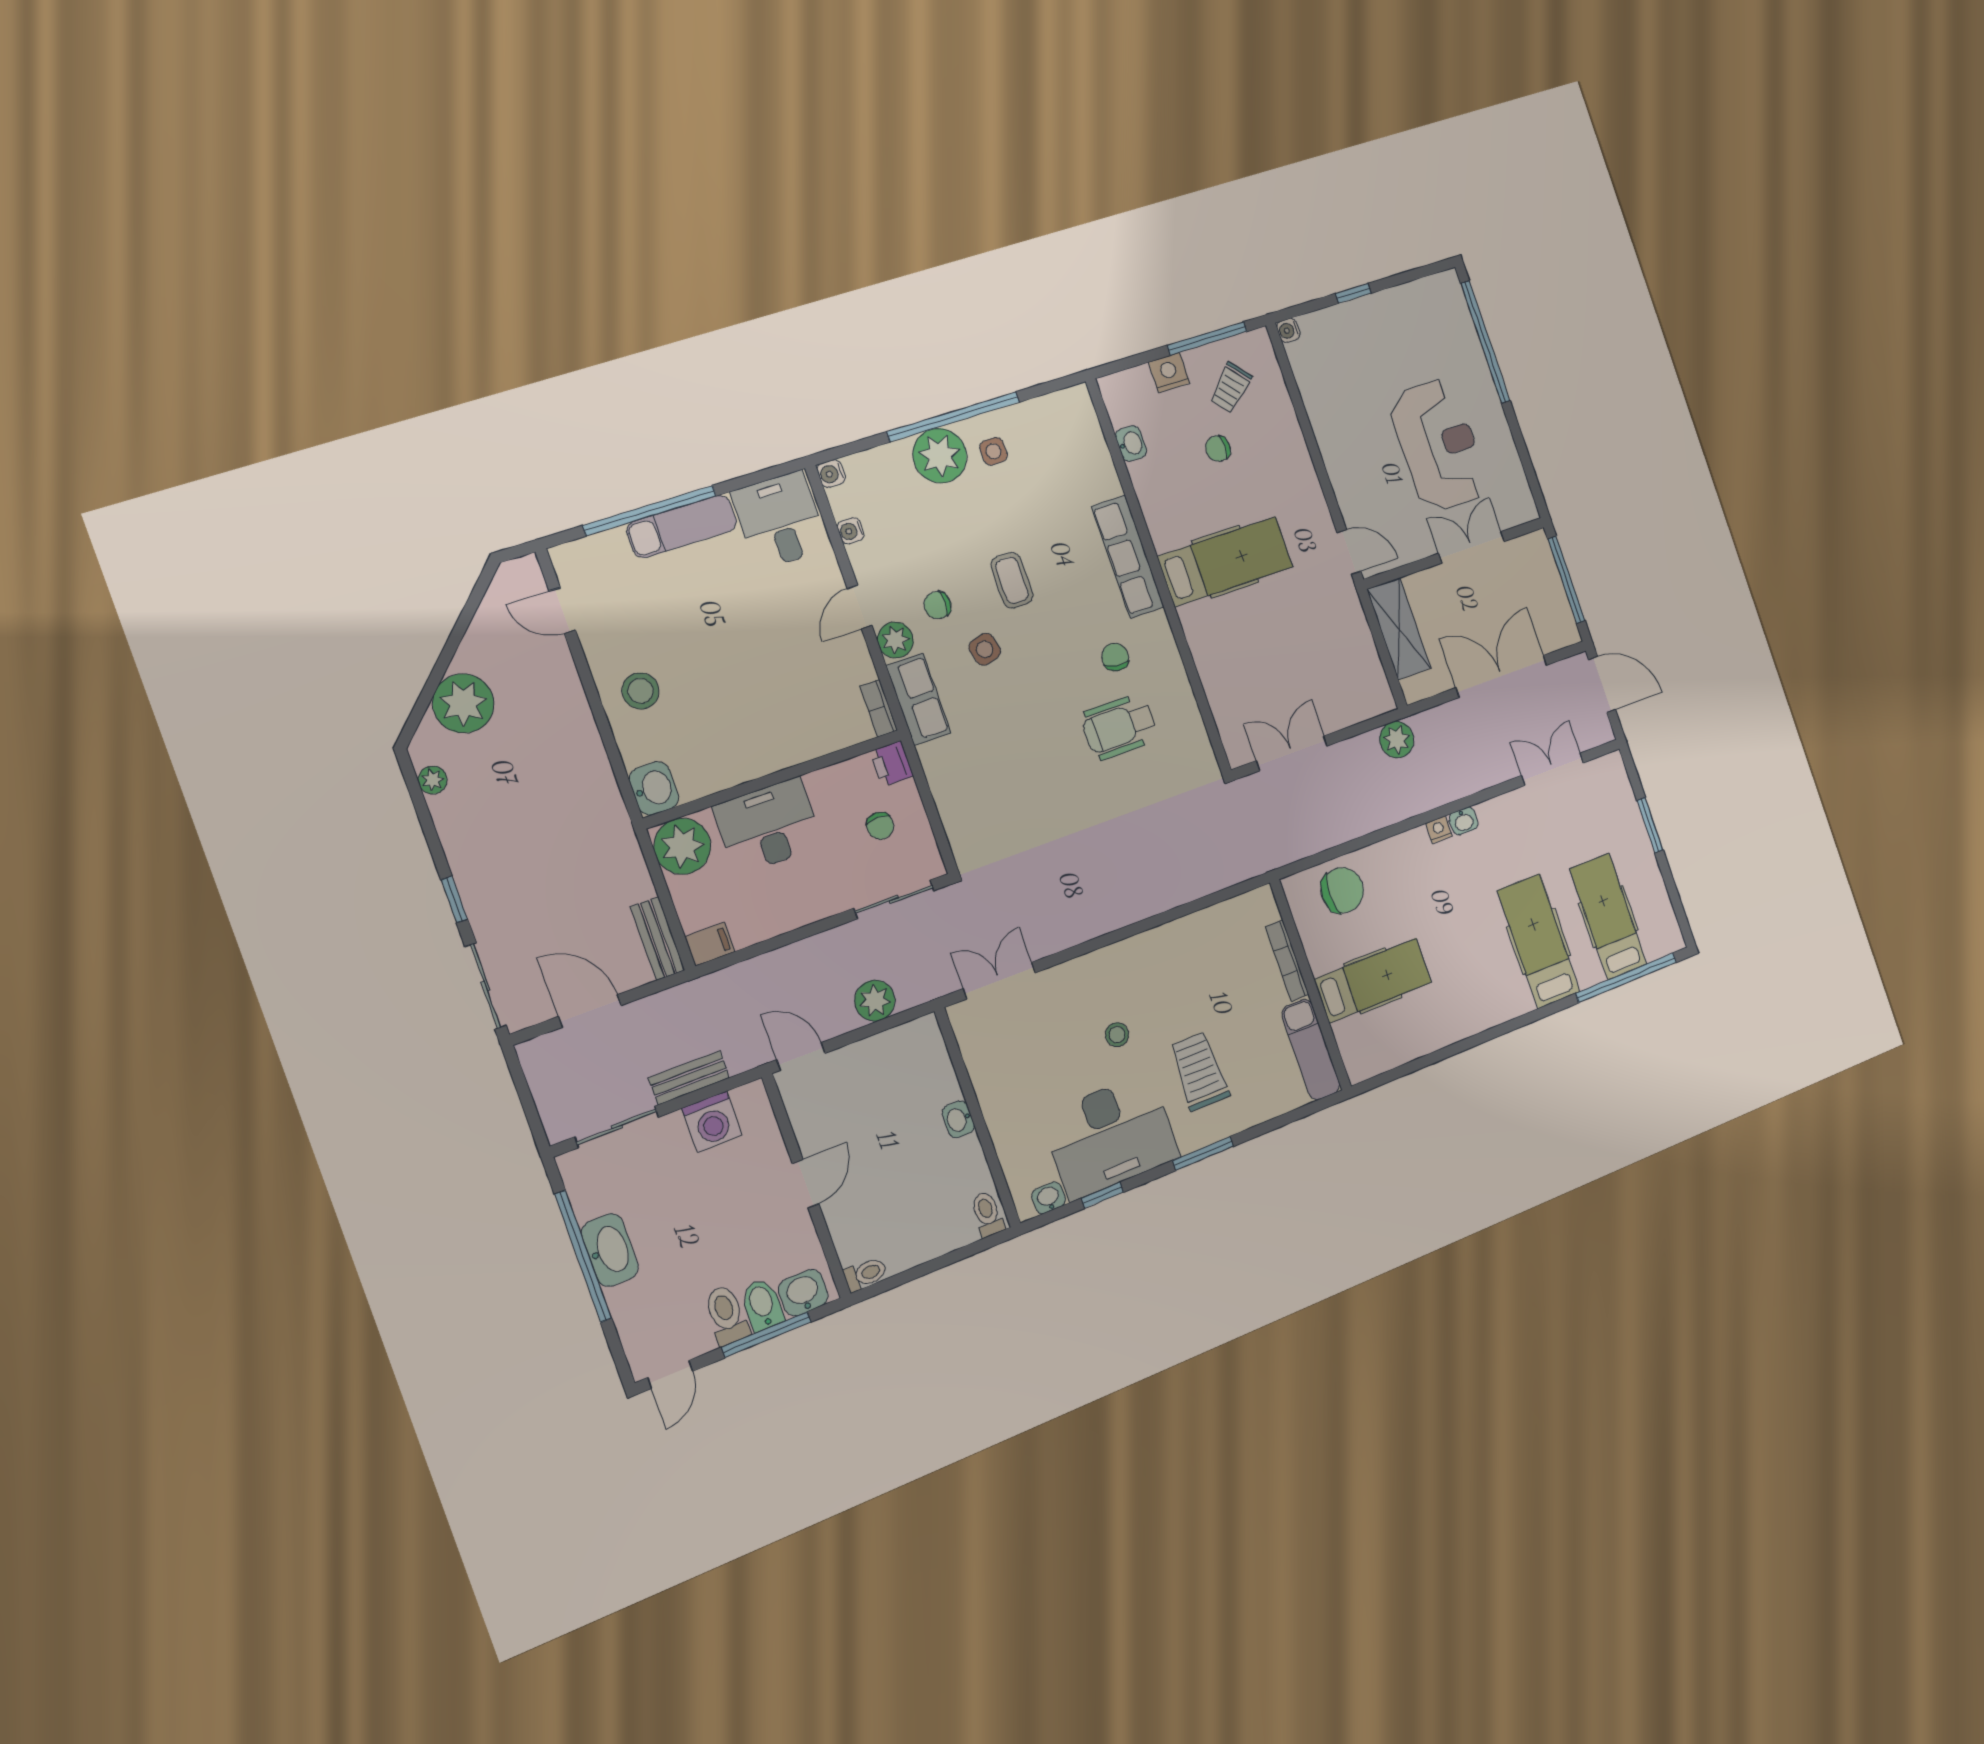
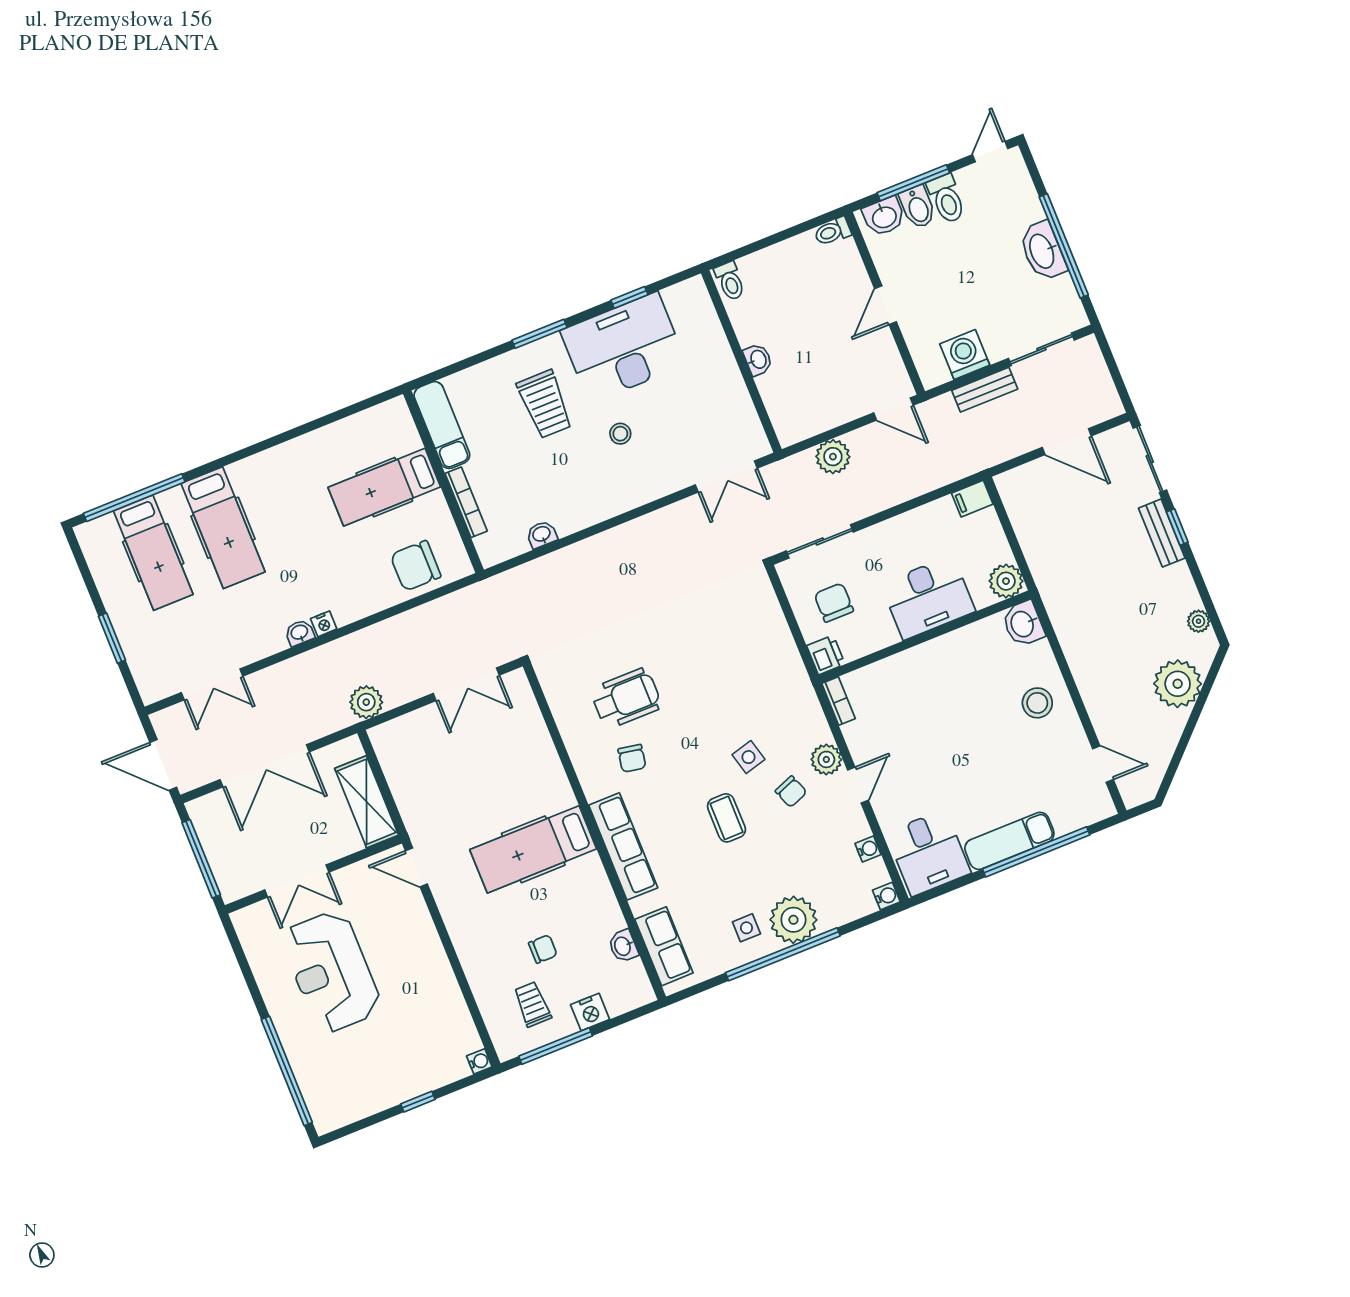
trolley: (1231, 388) -> (532, 1004), turned -48
chair: (937, 605) -> (791, 792), turned 69
row of seats: (918, 699) -> (664, 946), moved, turned 180
chair: (880, 826) -> (834, 602), width x1.37, depth x1.37
plant: (682, 846) -> (1006, 581), width x0.73, depth x0.73
bench: (658, 938) -> (1162, 533), moved
washbasin: (1049, 1198) -> (542, 534), moved, turned 180

